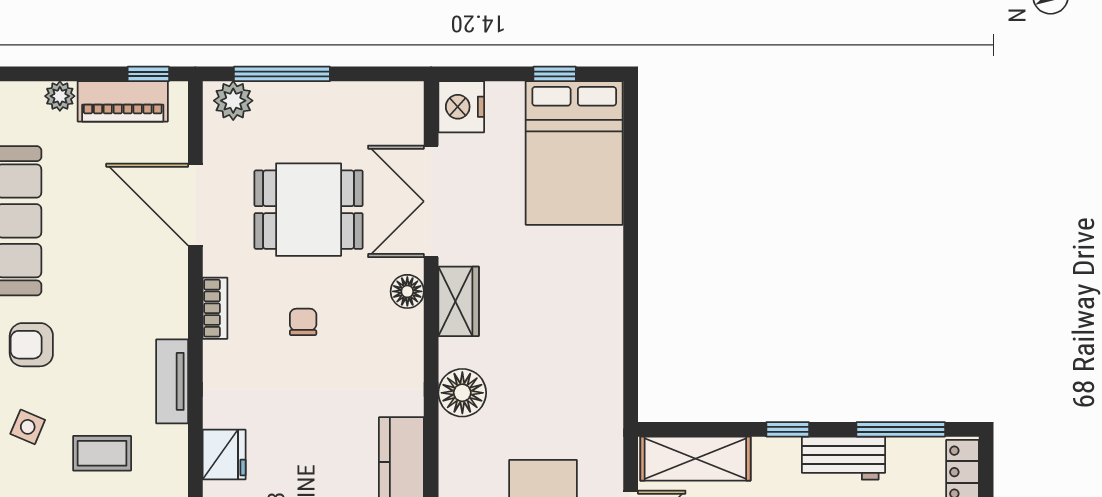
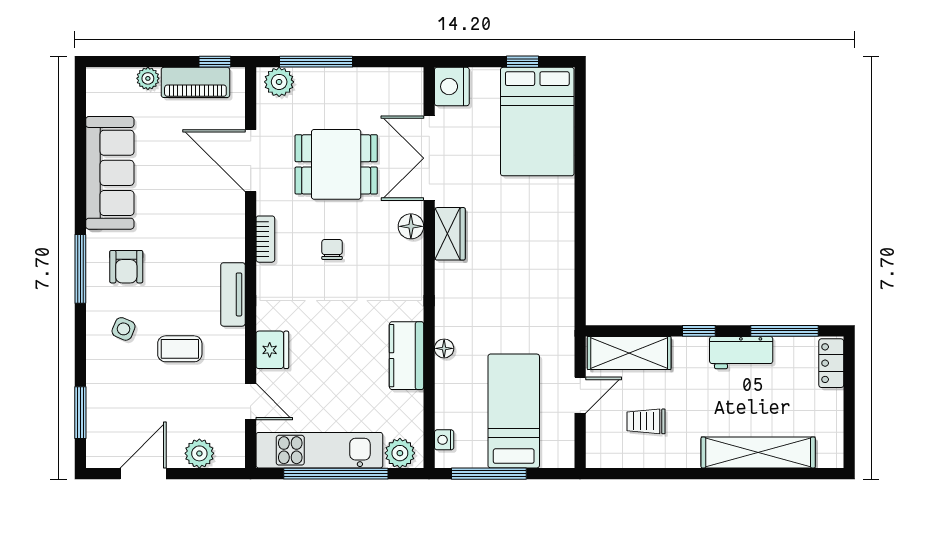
armchair: (31, 345) -> (126, 267), turned -90
floor lamp: (462, 393) -> (444, 348), moved, width x0.53, depth x0.53

